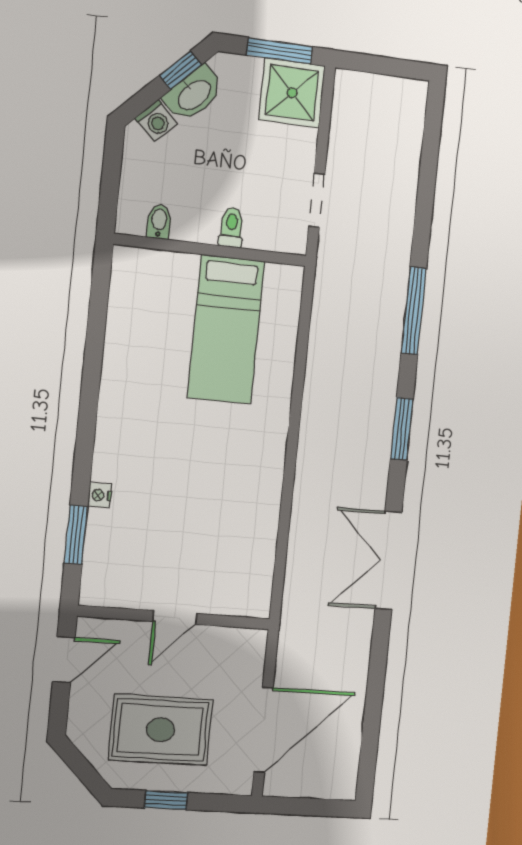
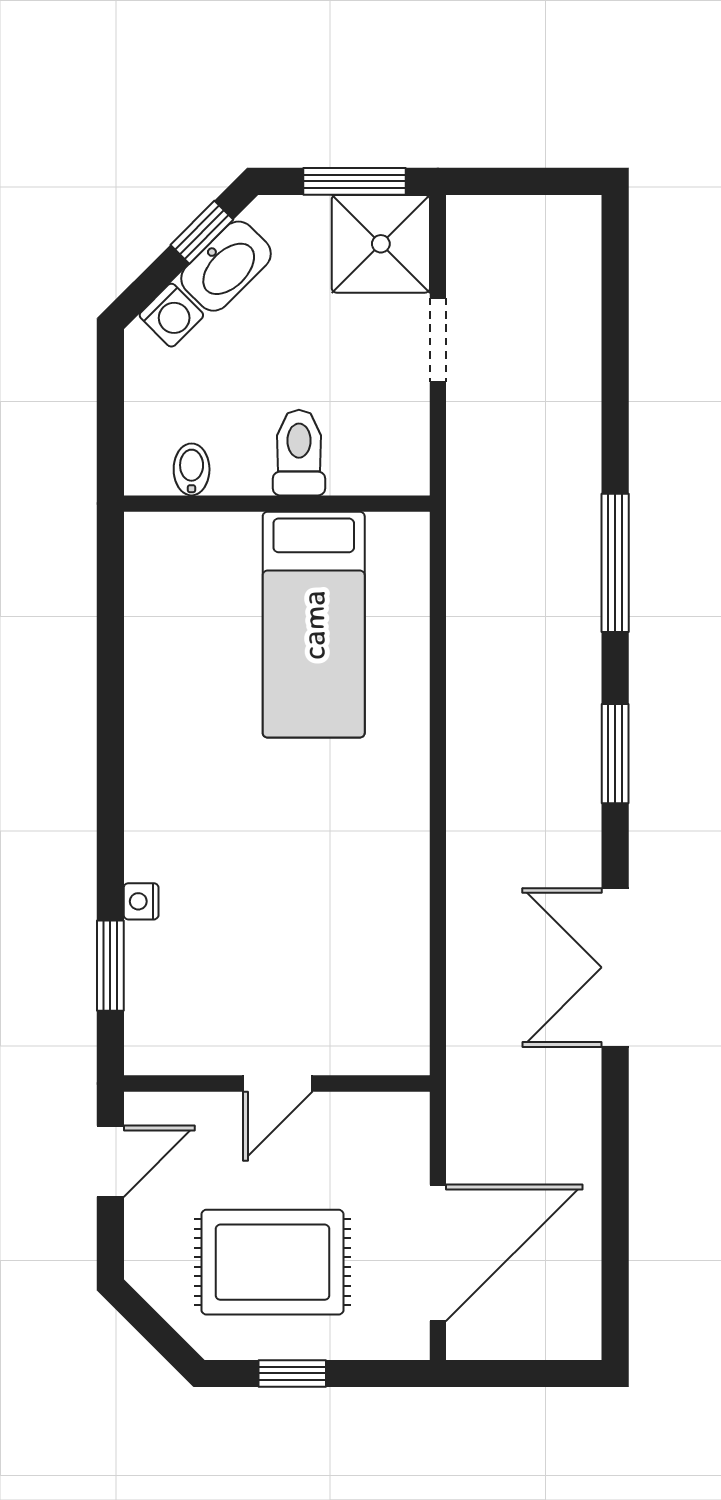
doorway: (317, 200) -> (438, 340), moved
toilet: (232, 227) -> (299, 453), width x1.37, depth x1.39

